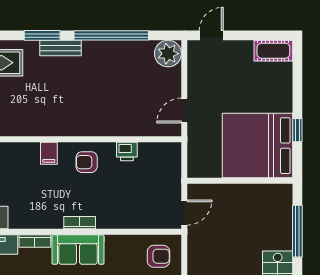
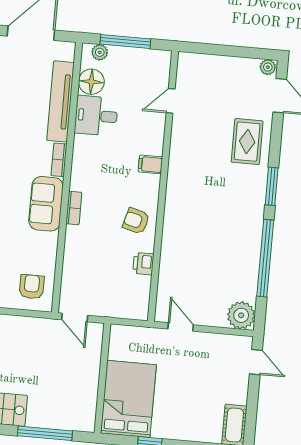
bench: (60, 48) -> (257, 204), removed
bed: (258, 146) -> (128, 399), width x0.73
filing cabinet: (49, 153) -> (150, 164), moved
armchair: (87, 162) -> (136, 221), turned -75
armchair: (158, 256) -> (32, 287), turned 180

